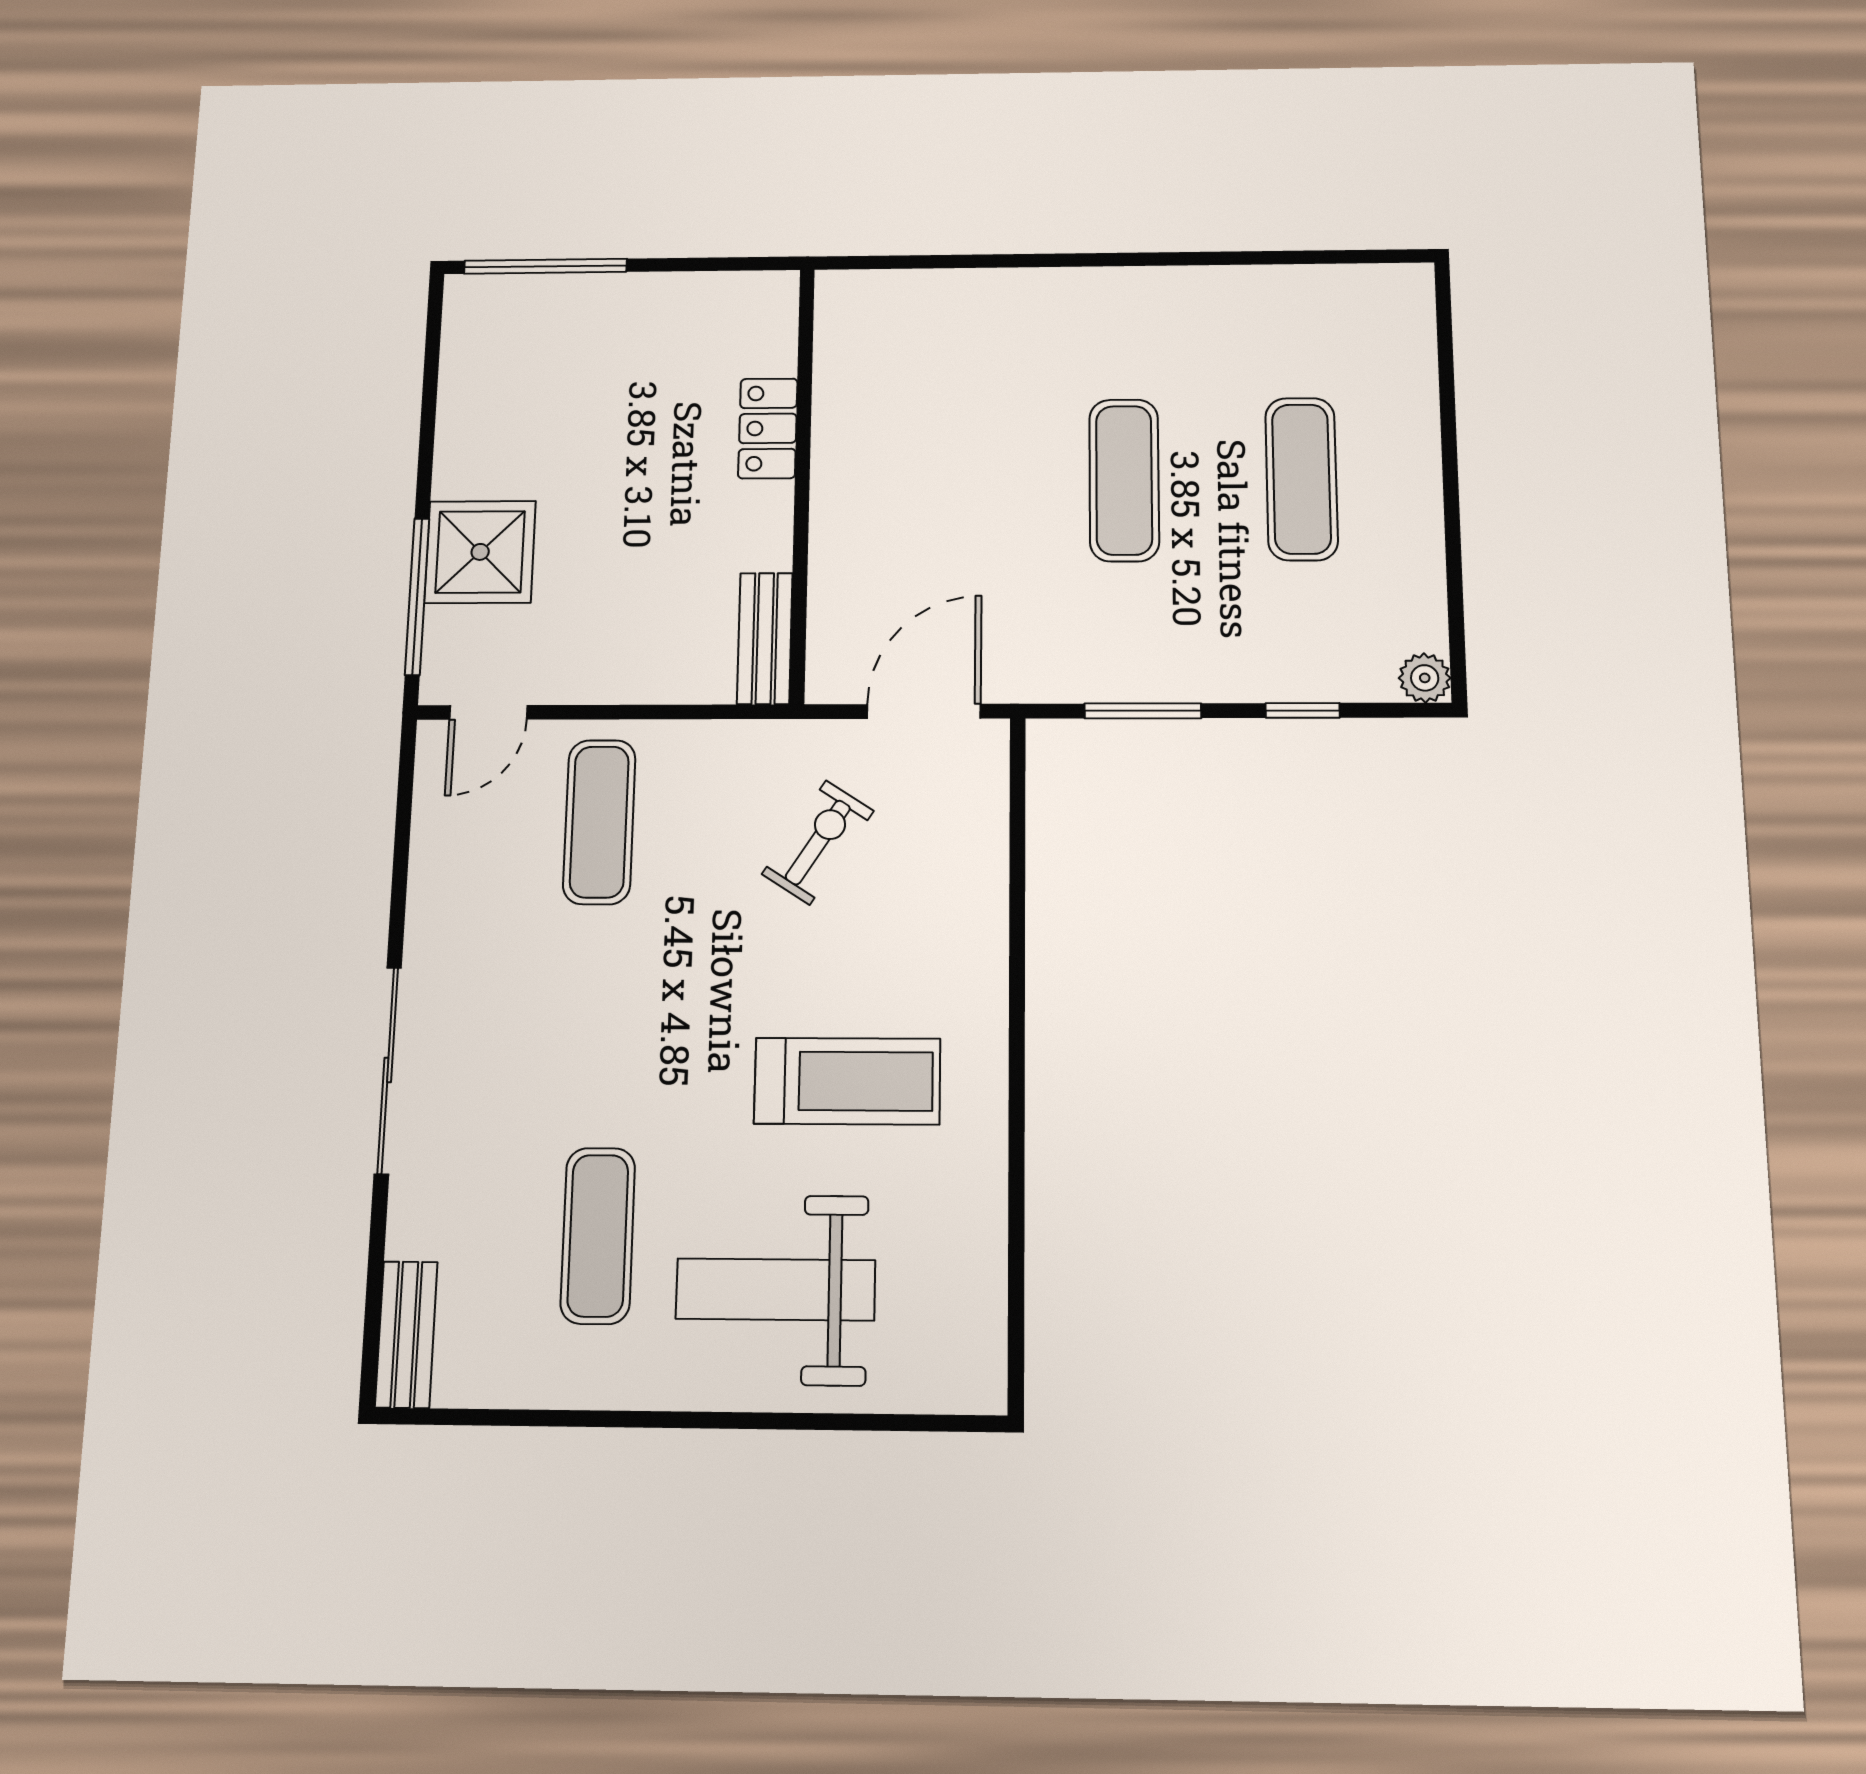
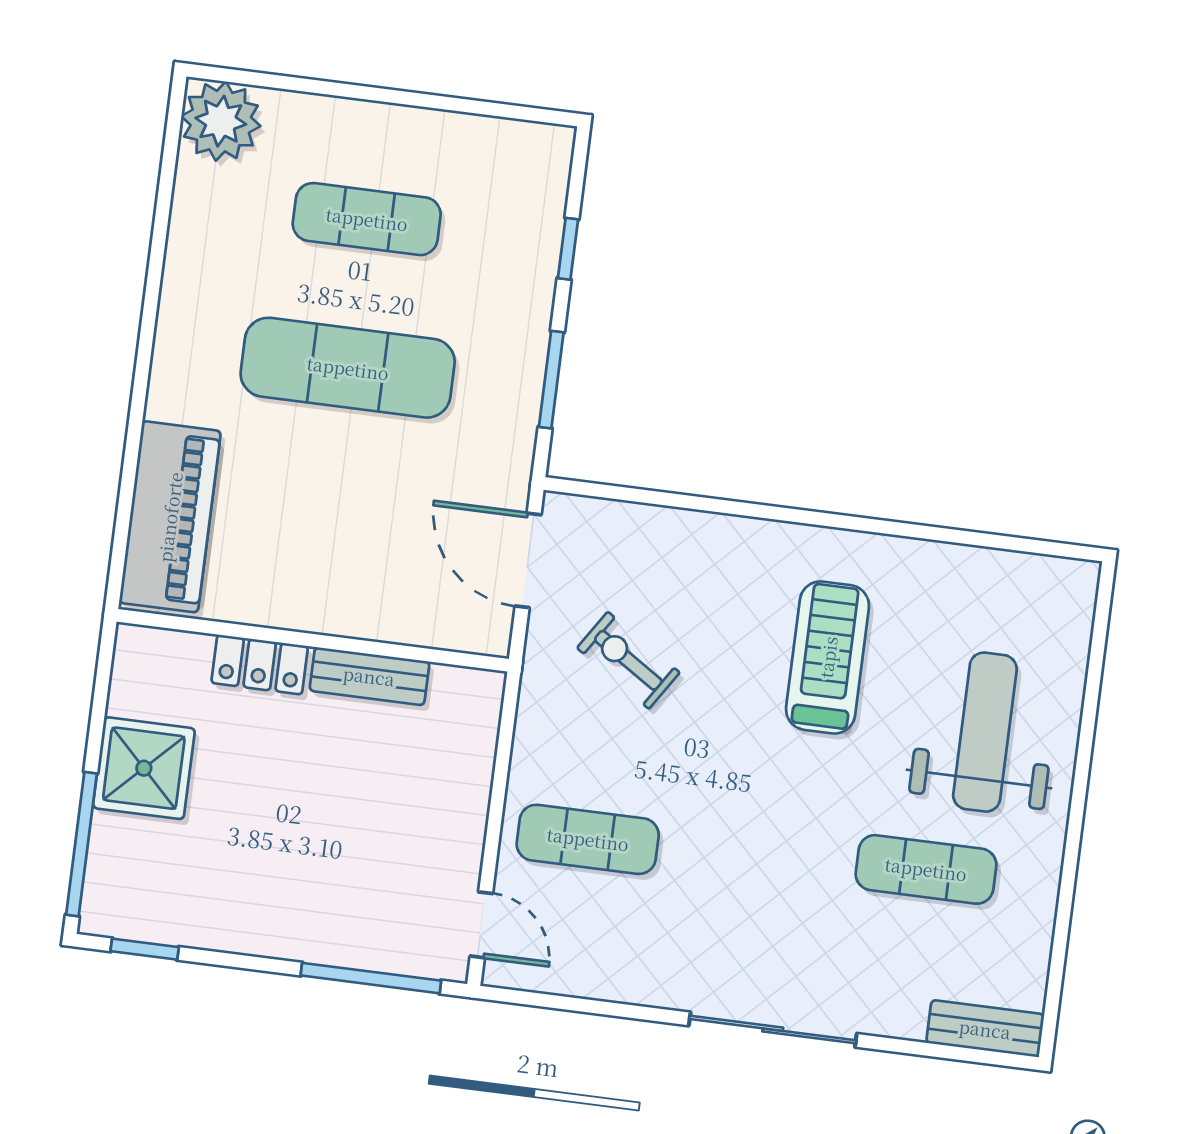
piano: (926, 311) -> (170, 517), added
window: (432, 348) -> (145, 949), added
exercise mat: (1124, 480) -> (348, 368), width x1.36, depth x1.45
shower: (480, 552) -> (144, 768), moved
bench: (765, 638) -> (369, 676), moved
plant: (1425, 678) -> (221, 121), moved, width x1.87, depth x1.87
weight bench: (776, 1290) -> (985, 732), turned 180

